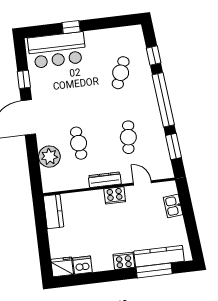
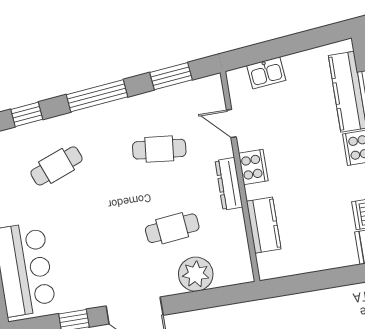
cafe table: (121, 73) -> (57, 166), turned -42
window: (163, 100) -> (97, 96), width x0.68
door: (142, 183) -> (231, 123), hinge flipped
kitchen counter: (53, 211) -> (264, 225), moved, turned 90

